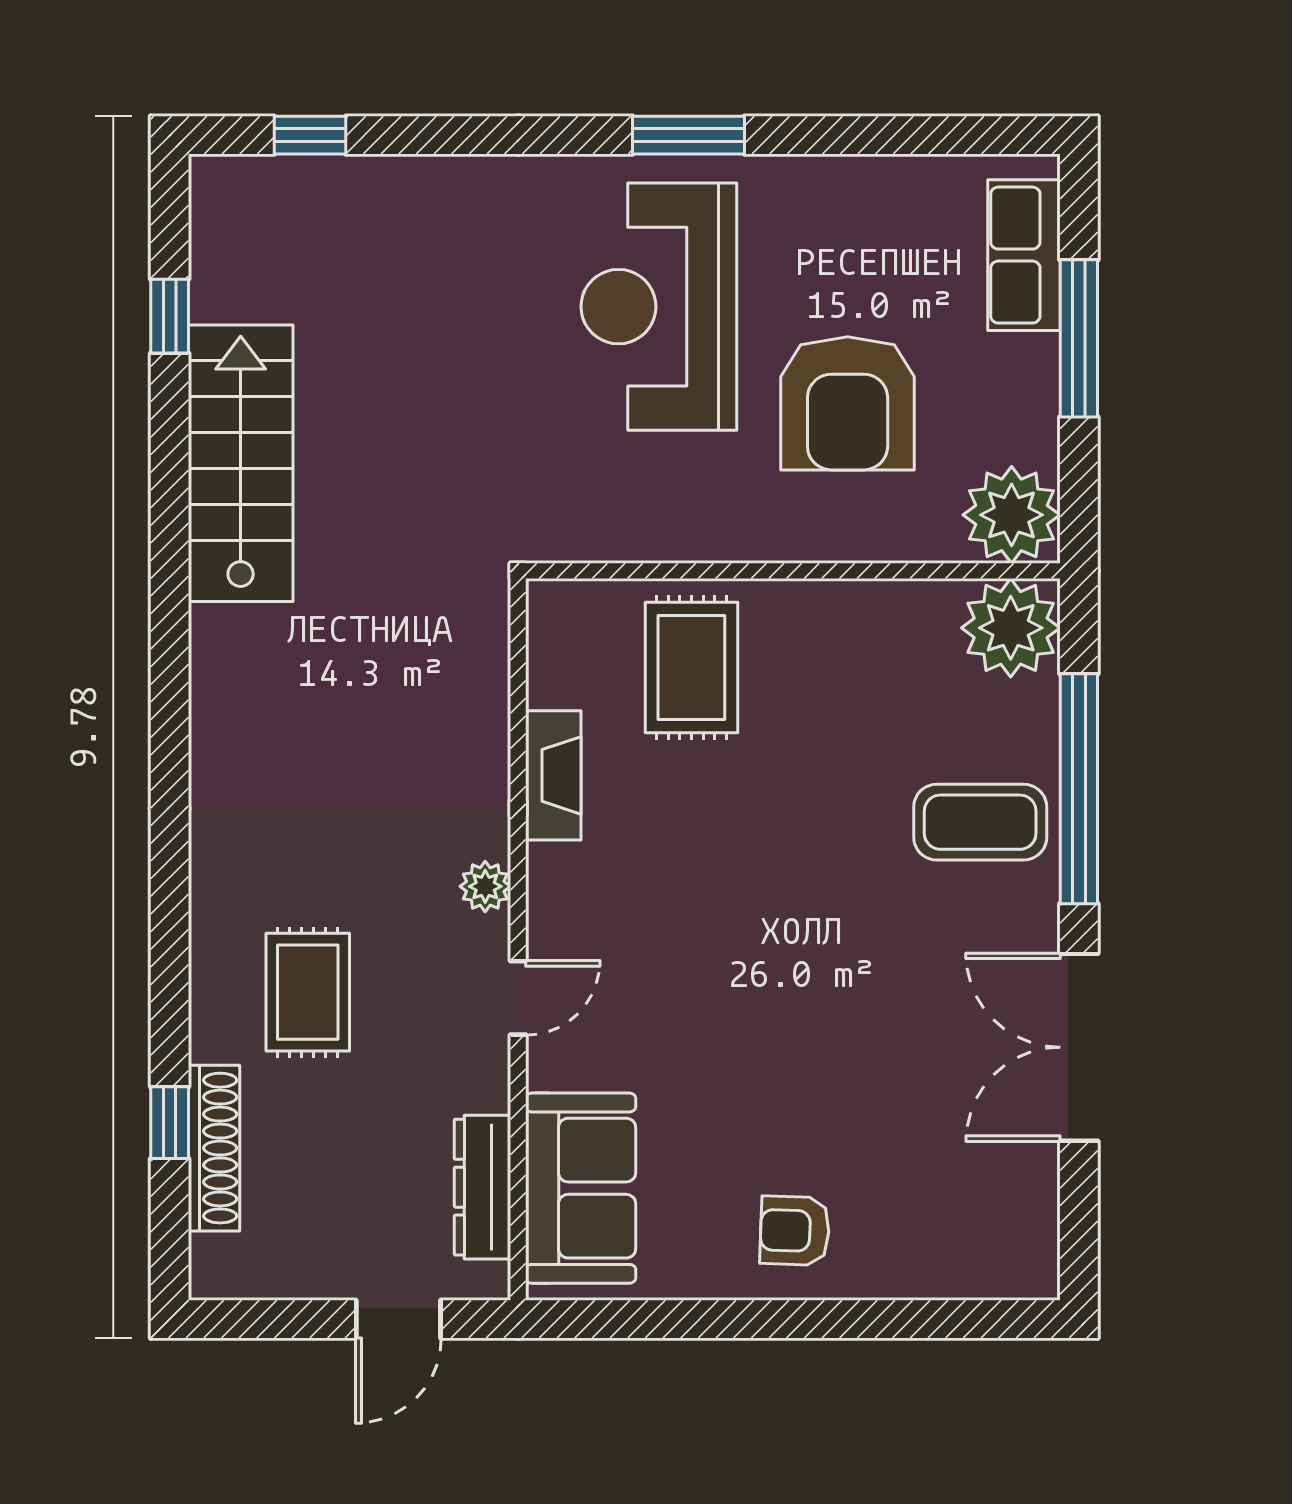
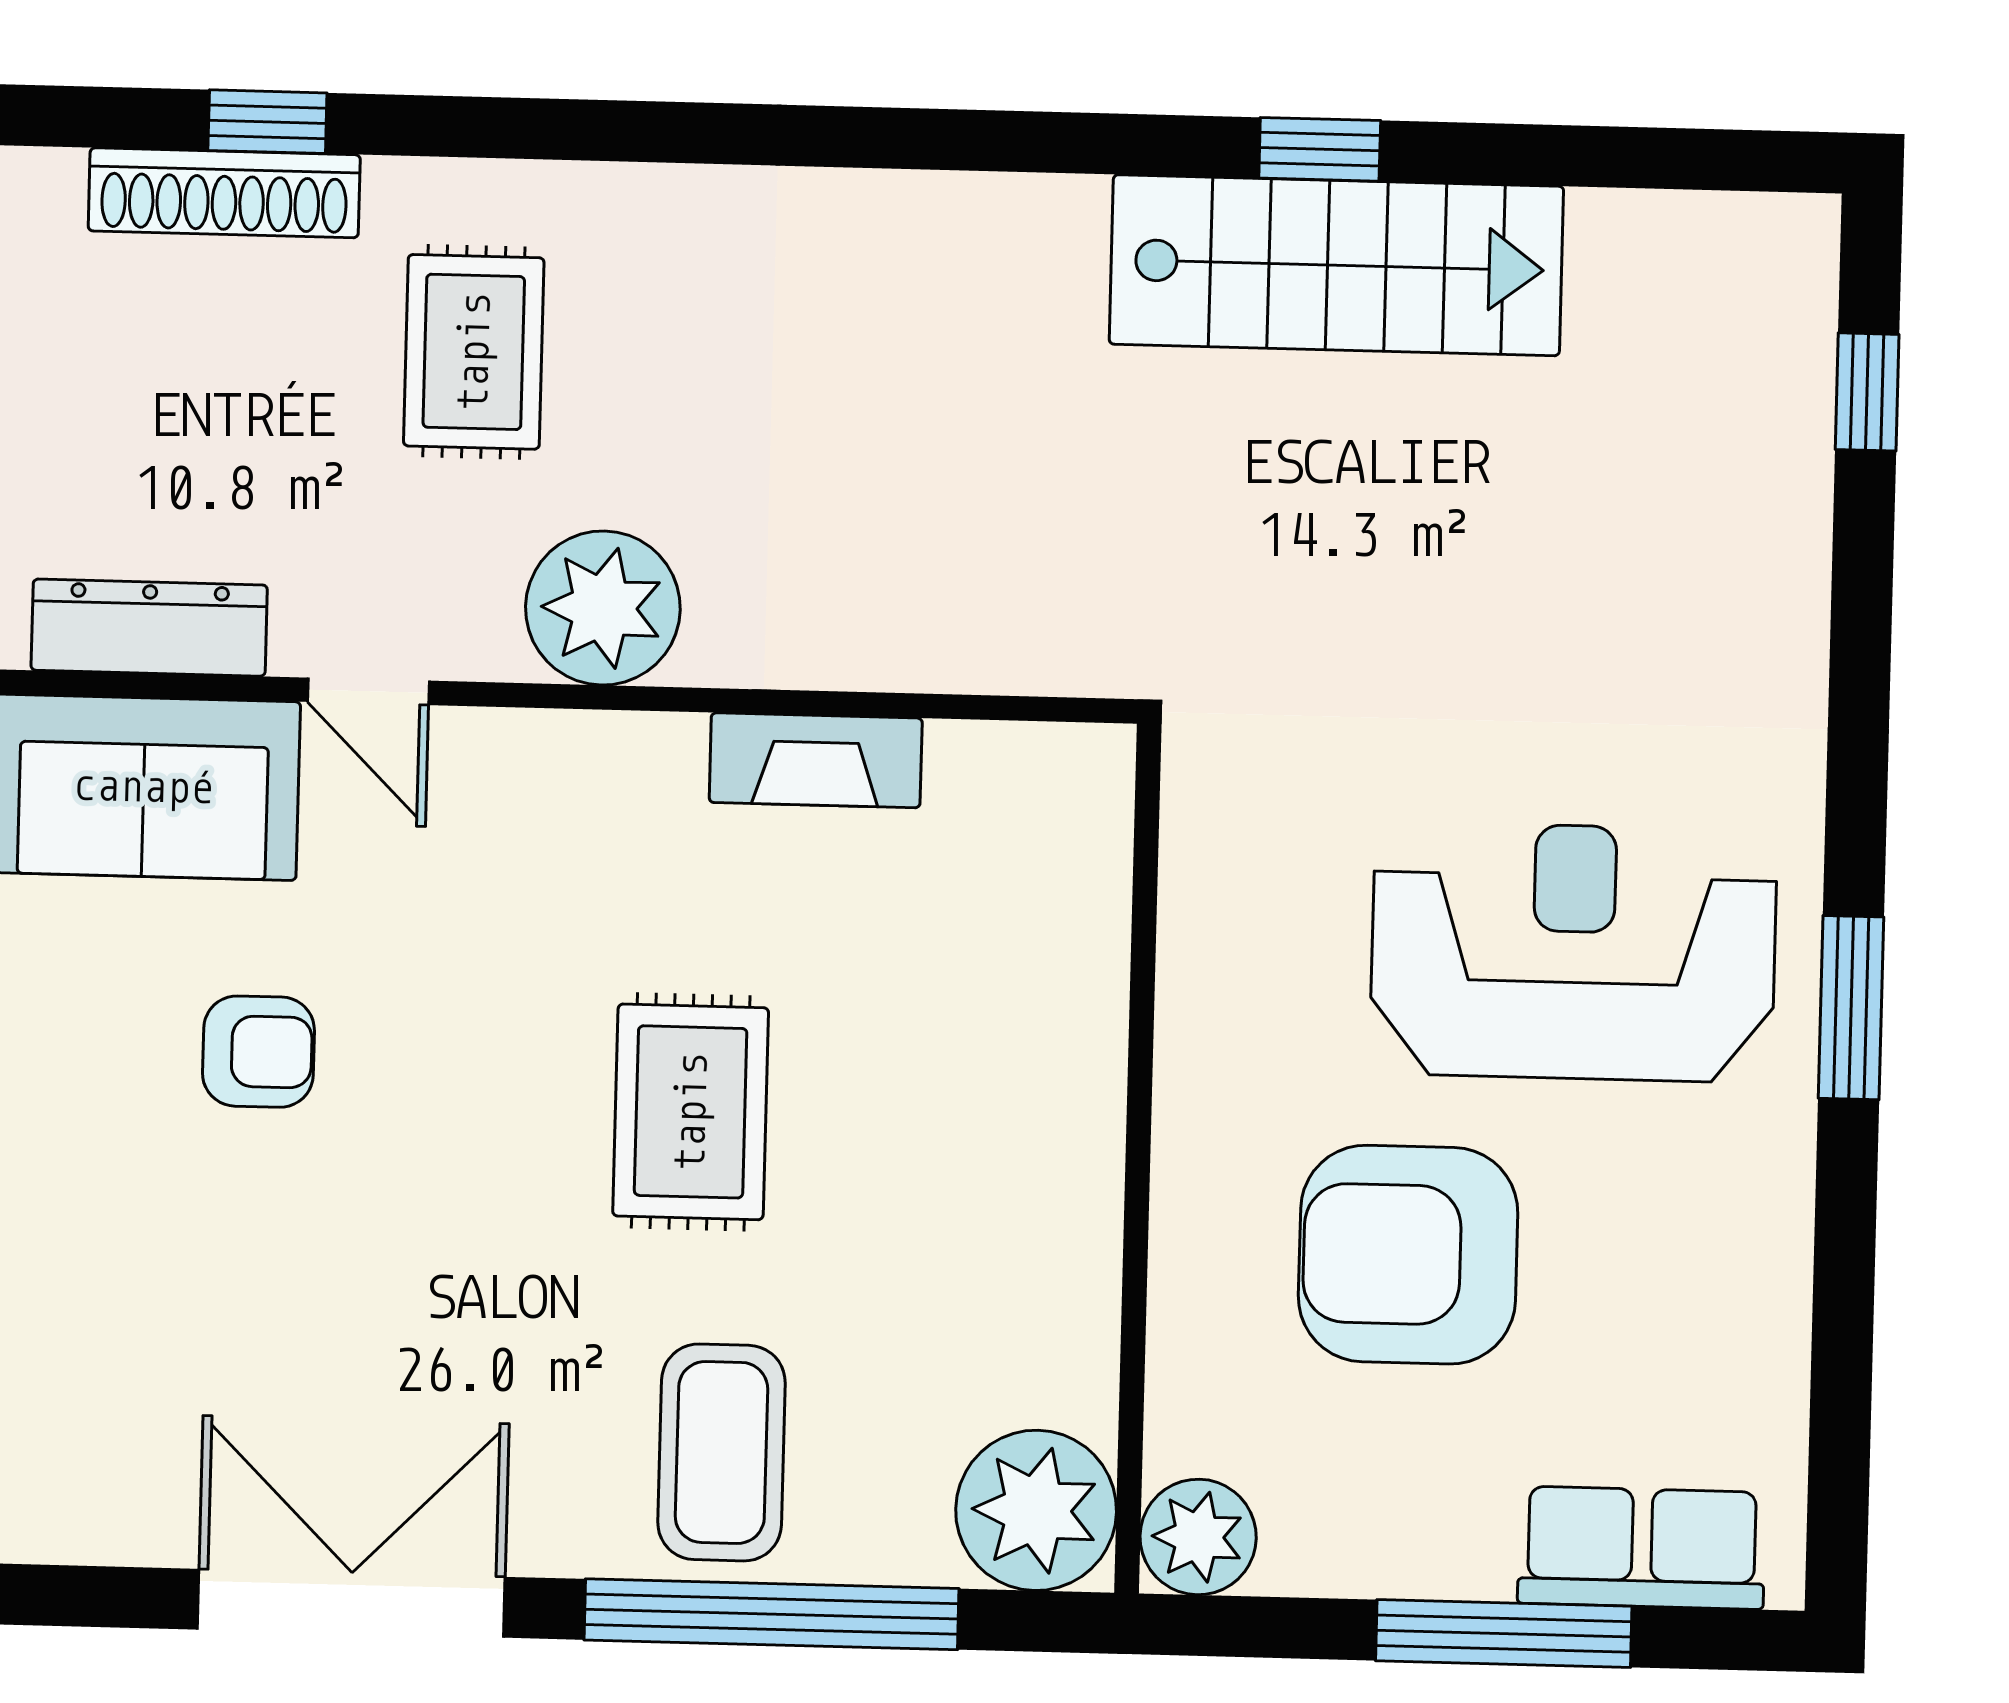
window: (170, 316) -> (1320, 149), moved
plant: (1012, 515) -> (1198, 1537), width x0.73, depth x0.73
rug: (691, 667) -> (691, 1112), moved, turned 90
plant: (485, 886) -> (603, 608), width x1.87, depth x1.87
rug: (308, 992) -> (474, 352), turned 90
door: (518, 998) -> (368, 691), moved
armchair: (795, 1231) -> (258, 1052), moved, turned 88

